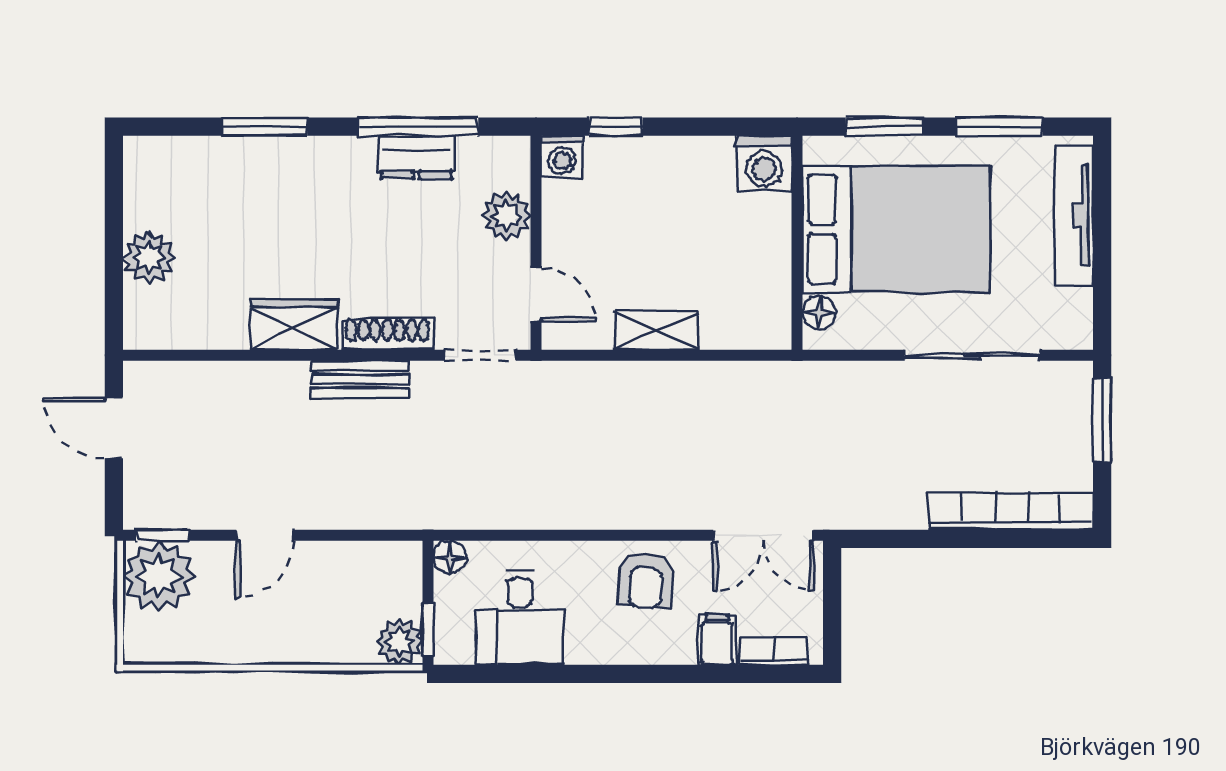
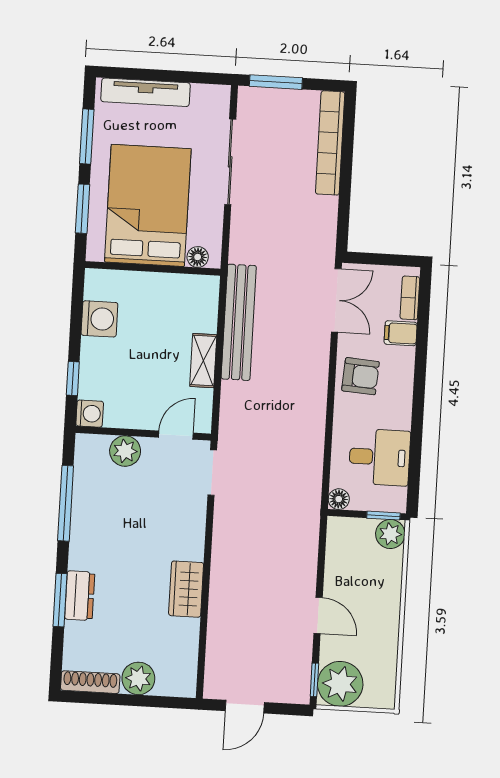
dresser: (416, 157) -> (80, 596), moved
washing machine: (764, 163) -> (99, 319), moved
shoe rack: (387, 334) -> (90, 682), moved, turned 90
bench: (360, 379) -> (239, 322), moved, width x1.86, depth x1.21

